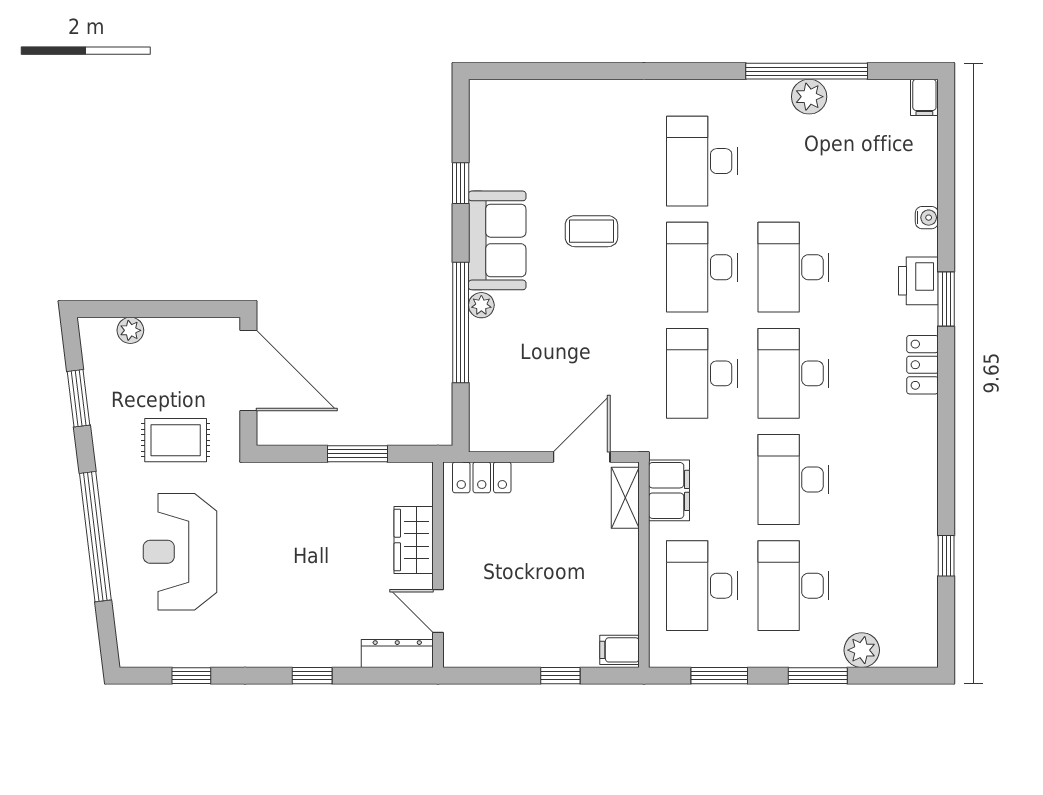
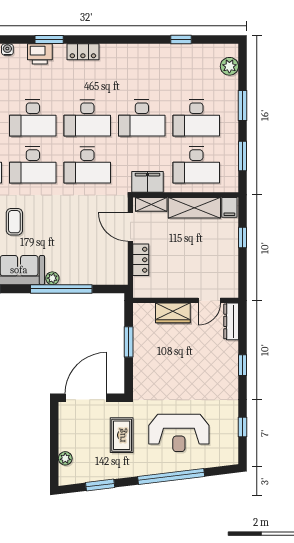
locker: (482, 477) -> (141, 260), moved
shelving: (619, 582) -> (194, 208), added
plant: (862, 650) -> (229, 66), moved

